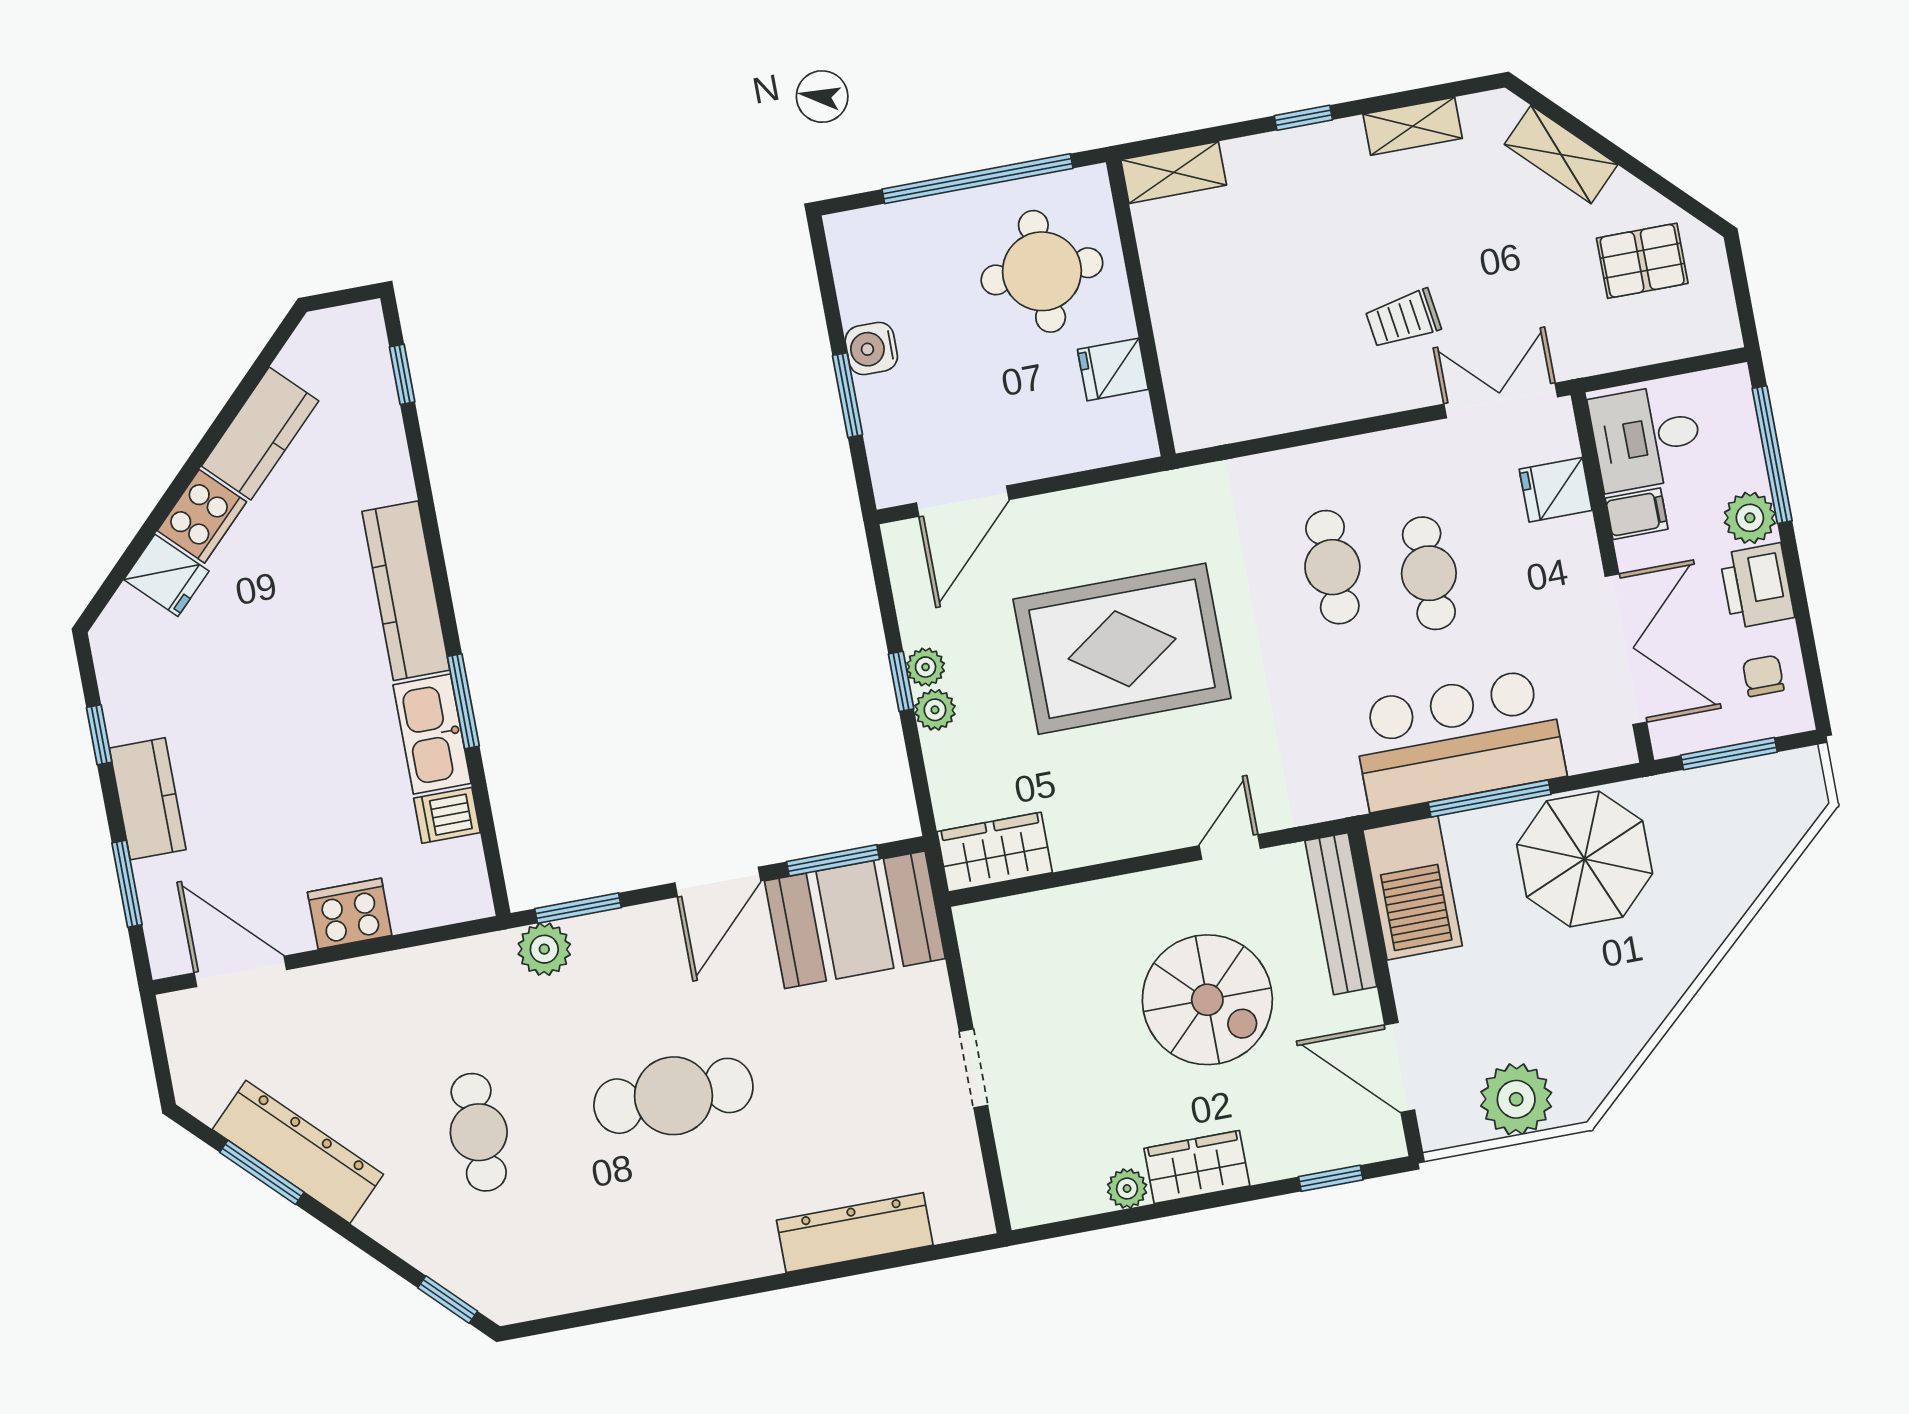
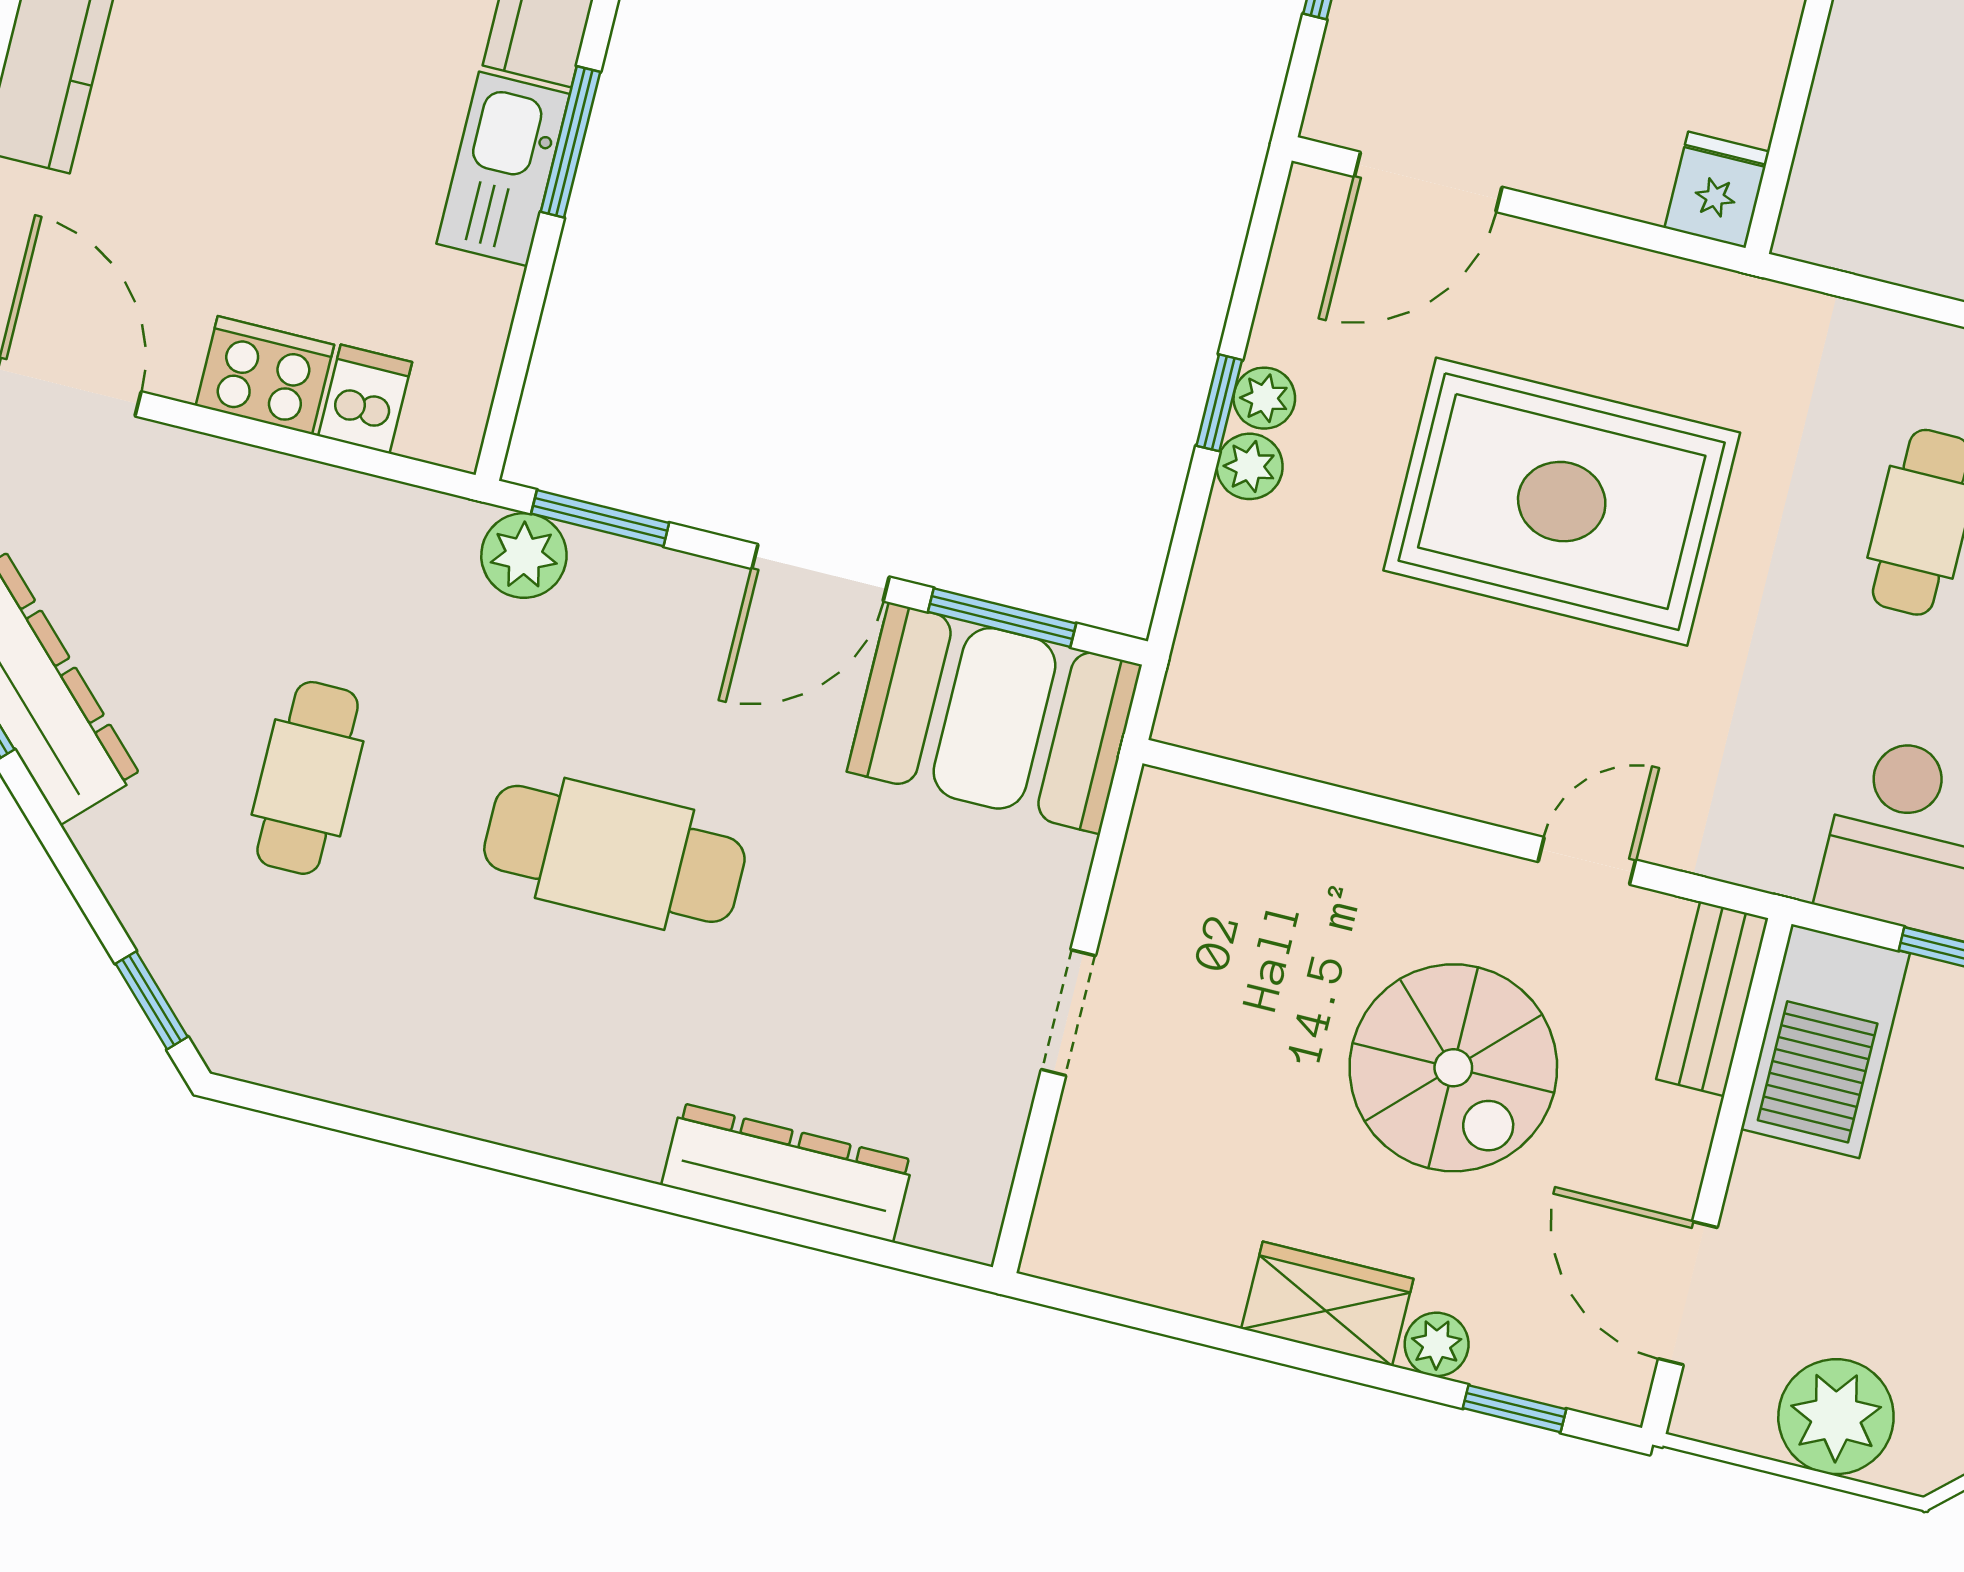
fridge: (1113, 369) -> (1717, 190), moved, turned 90
dishwasher: (447, 815) -> (365, 399), moved, turned 90
wardrobe: (995, 852) -> (1242, 713), removed
bench: (1341, 914) -> (1712, 999), width x0.73
plant: (1127, 1189) -> (1437, 1344), moved

